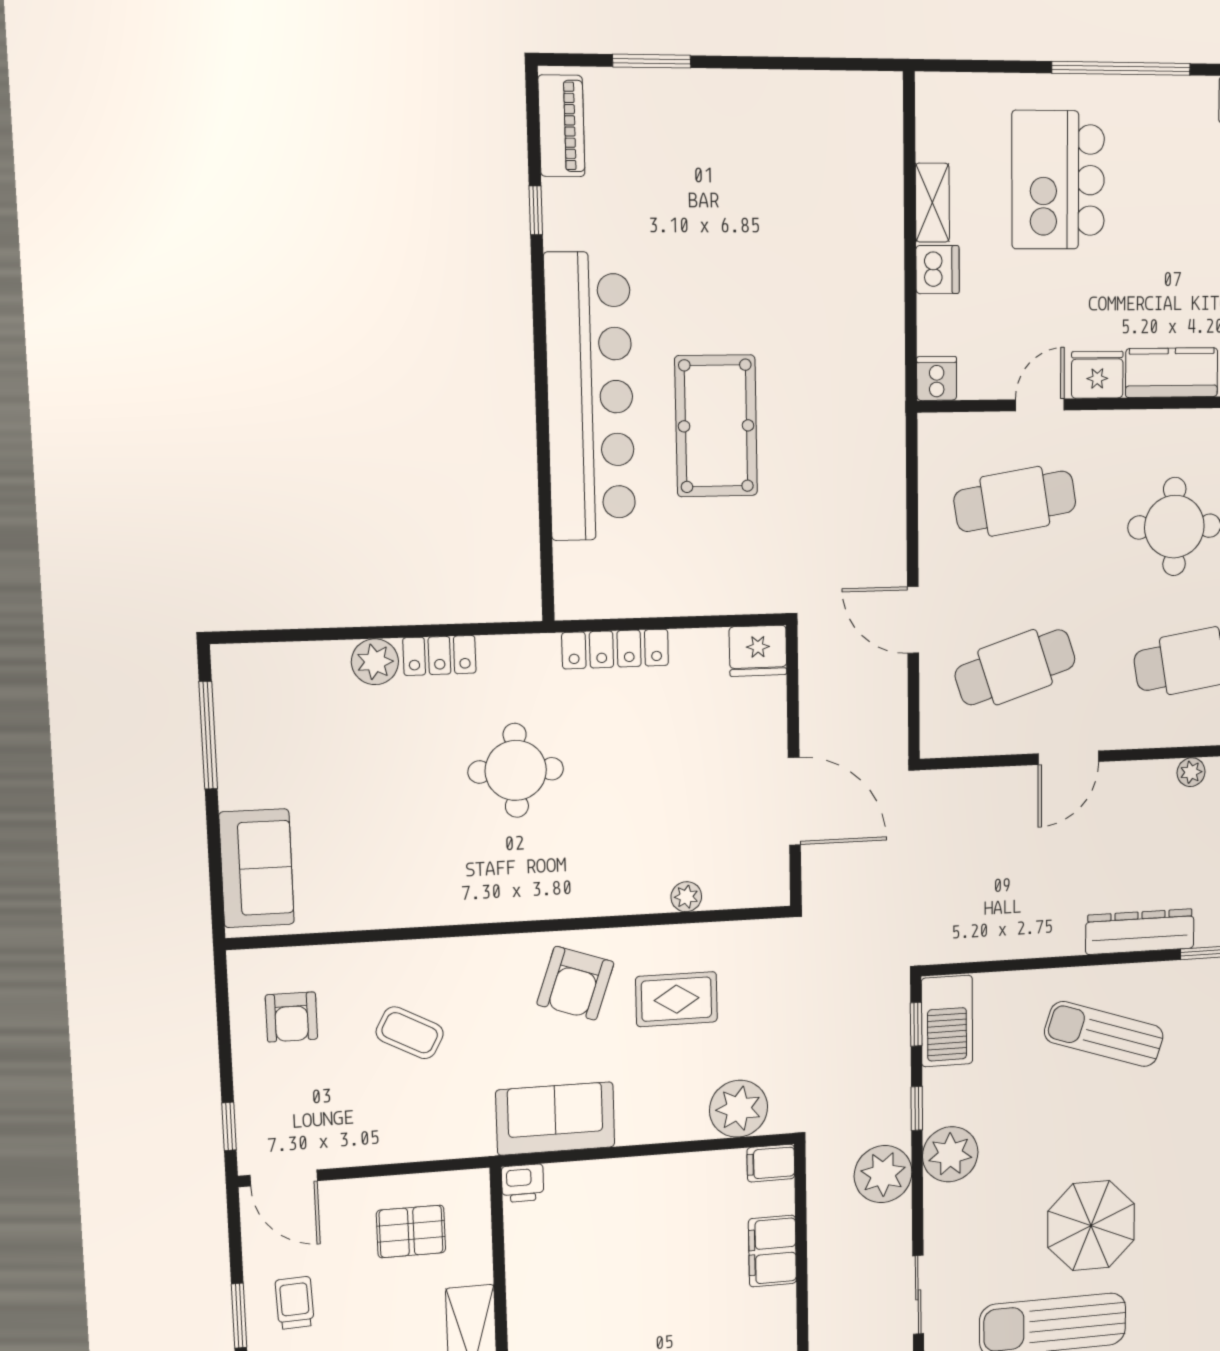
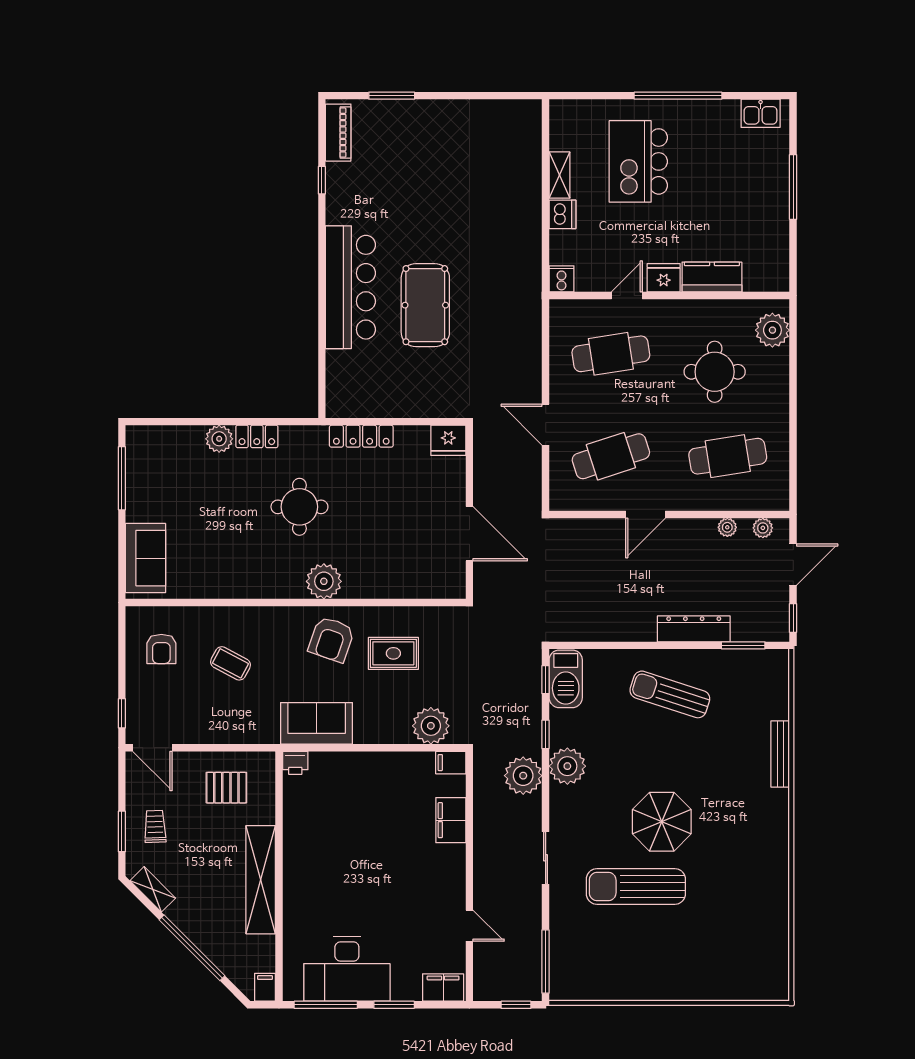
bar counter: (590, 397) -> (350, 287), width x0.73
plant: (686, 897) -> (324, 581), moved, width x1.88, depth x1.88

